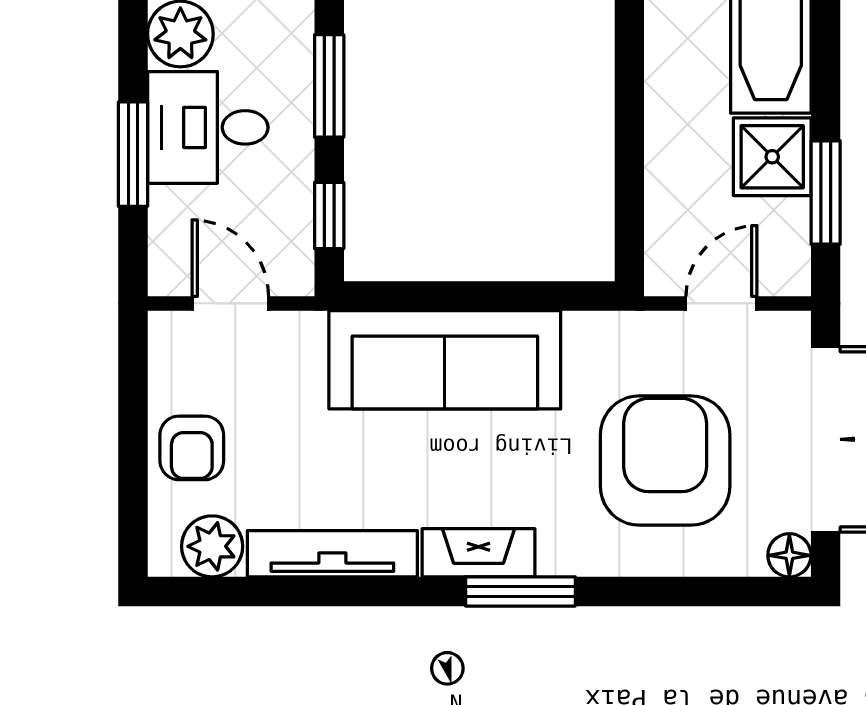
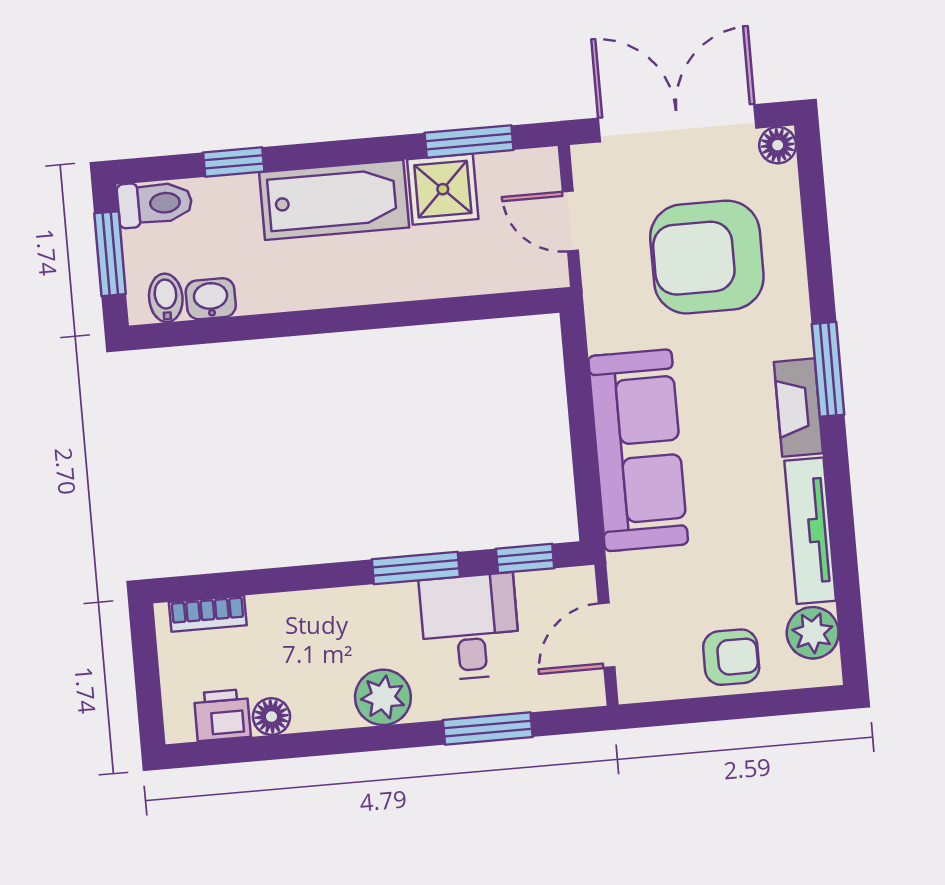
desk: (208, 127) -> (470, 627), moved, turned 180

